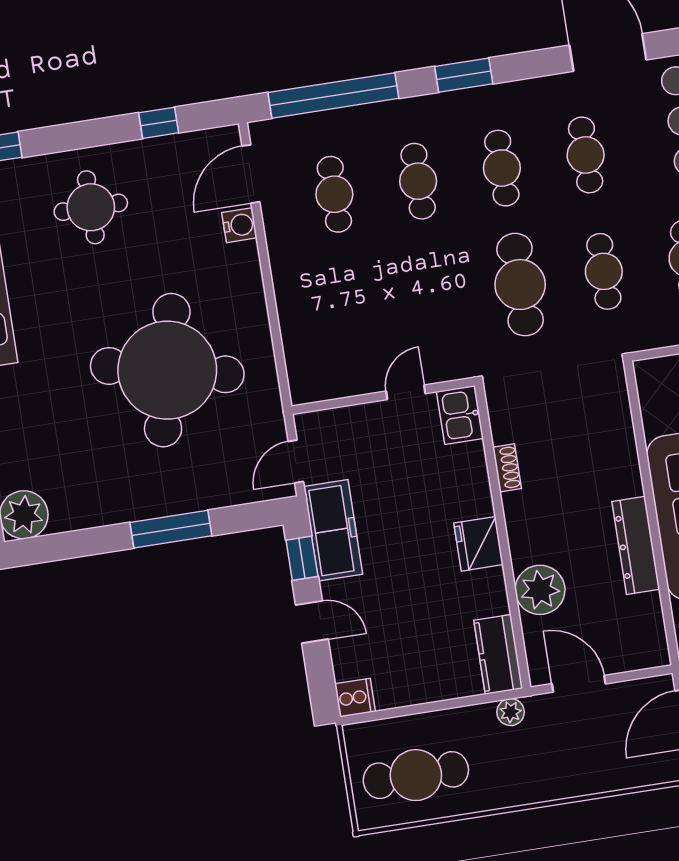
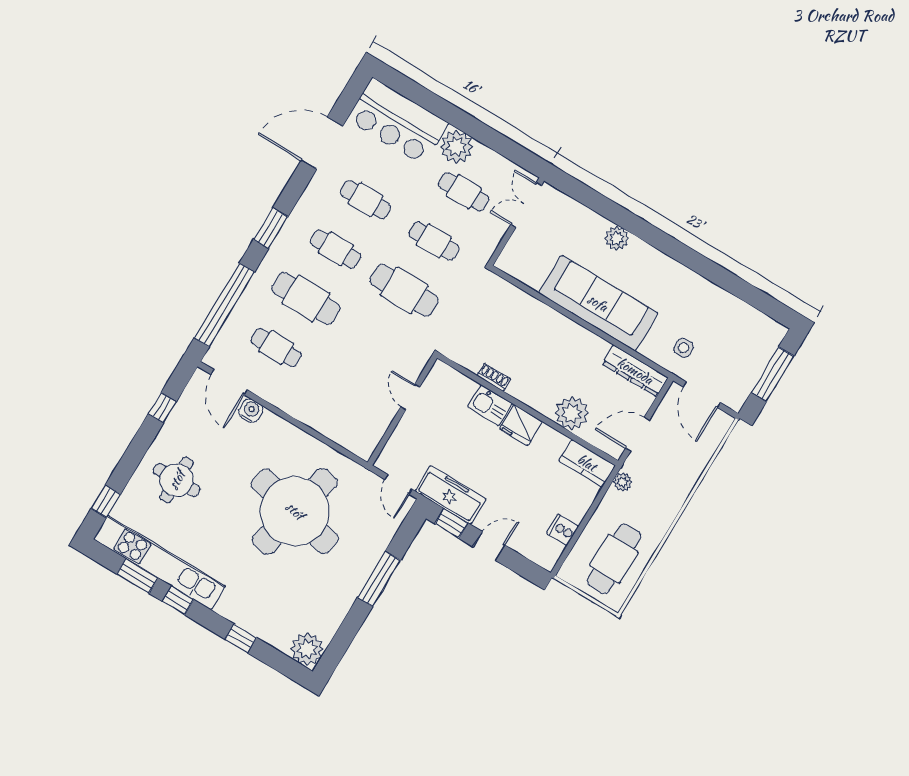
cafe table: (418, 181) -> (306, 298), width x1.37, depth x1.35
kitchen sink: (460, 415) -> (490, 405), moved
dresser: (636, 545) -> (635, 371), moved
cooker: (355, 698) -> (563, 530), moved, turned -90

